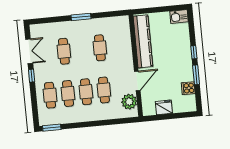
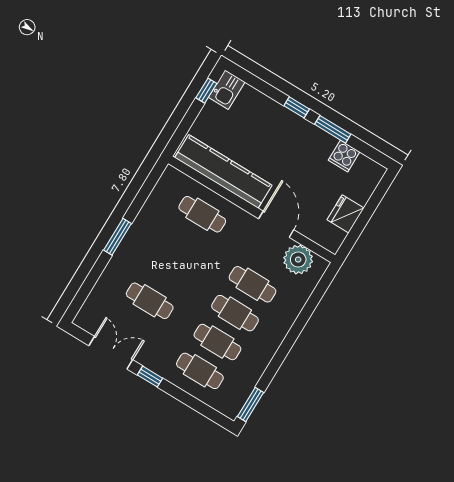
window: (172, 8) -> (206, 91), added
cafe table: (100, 48) -> (202, 214), moved

